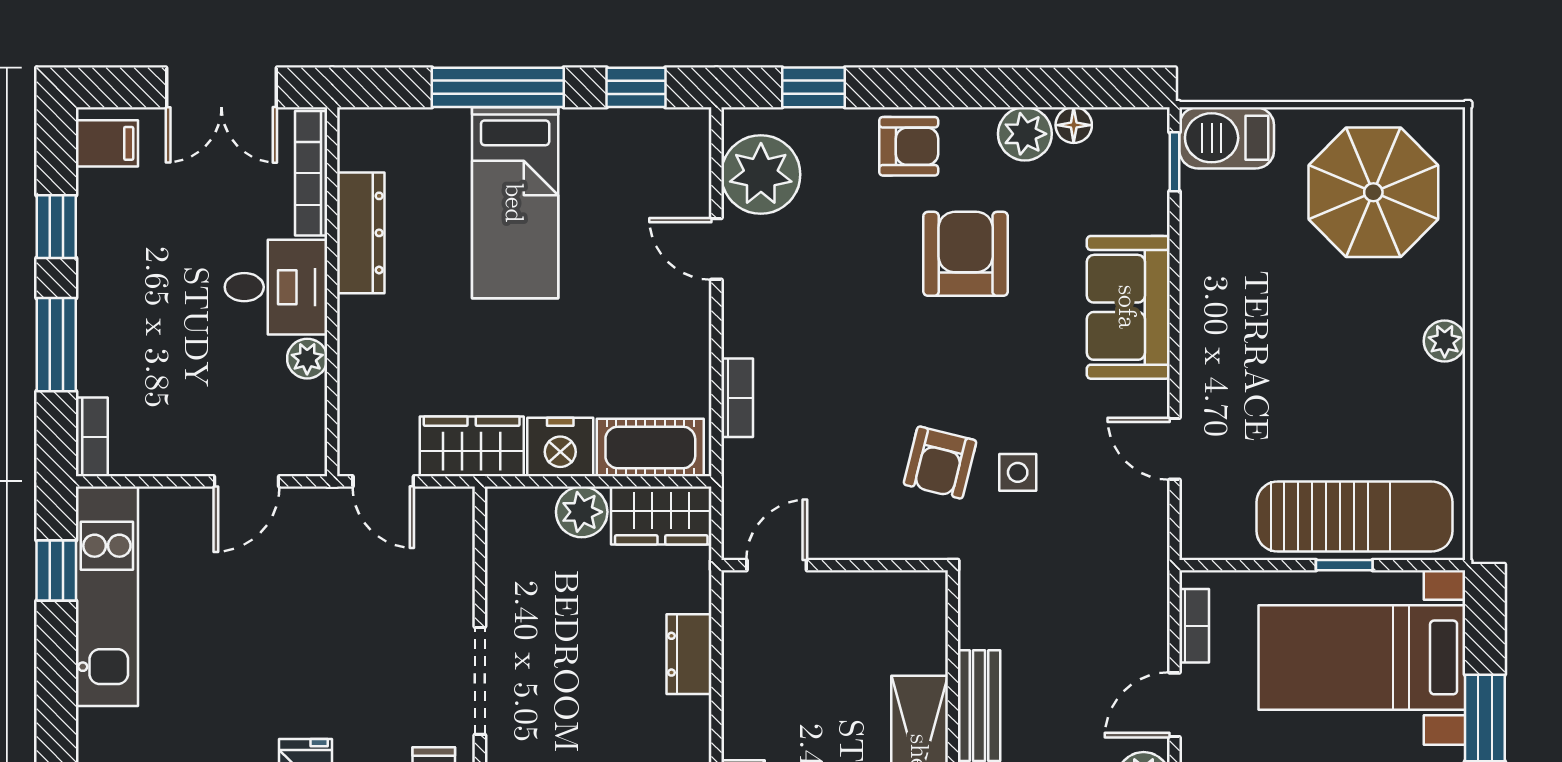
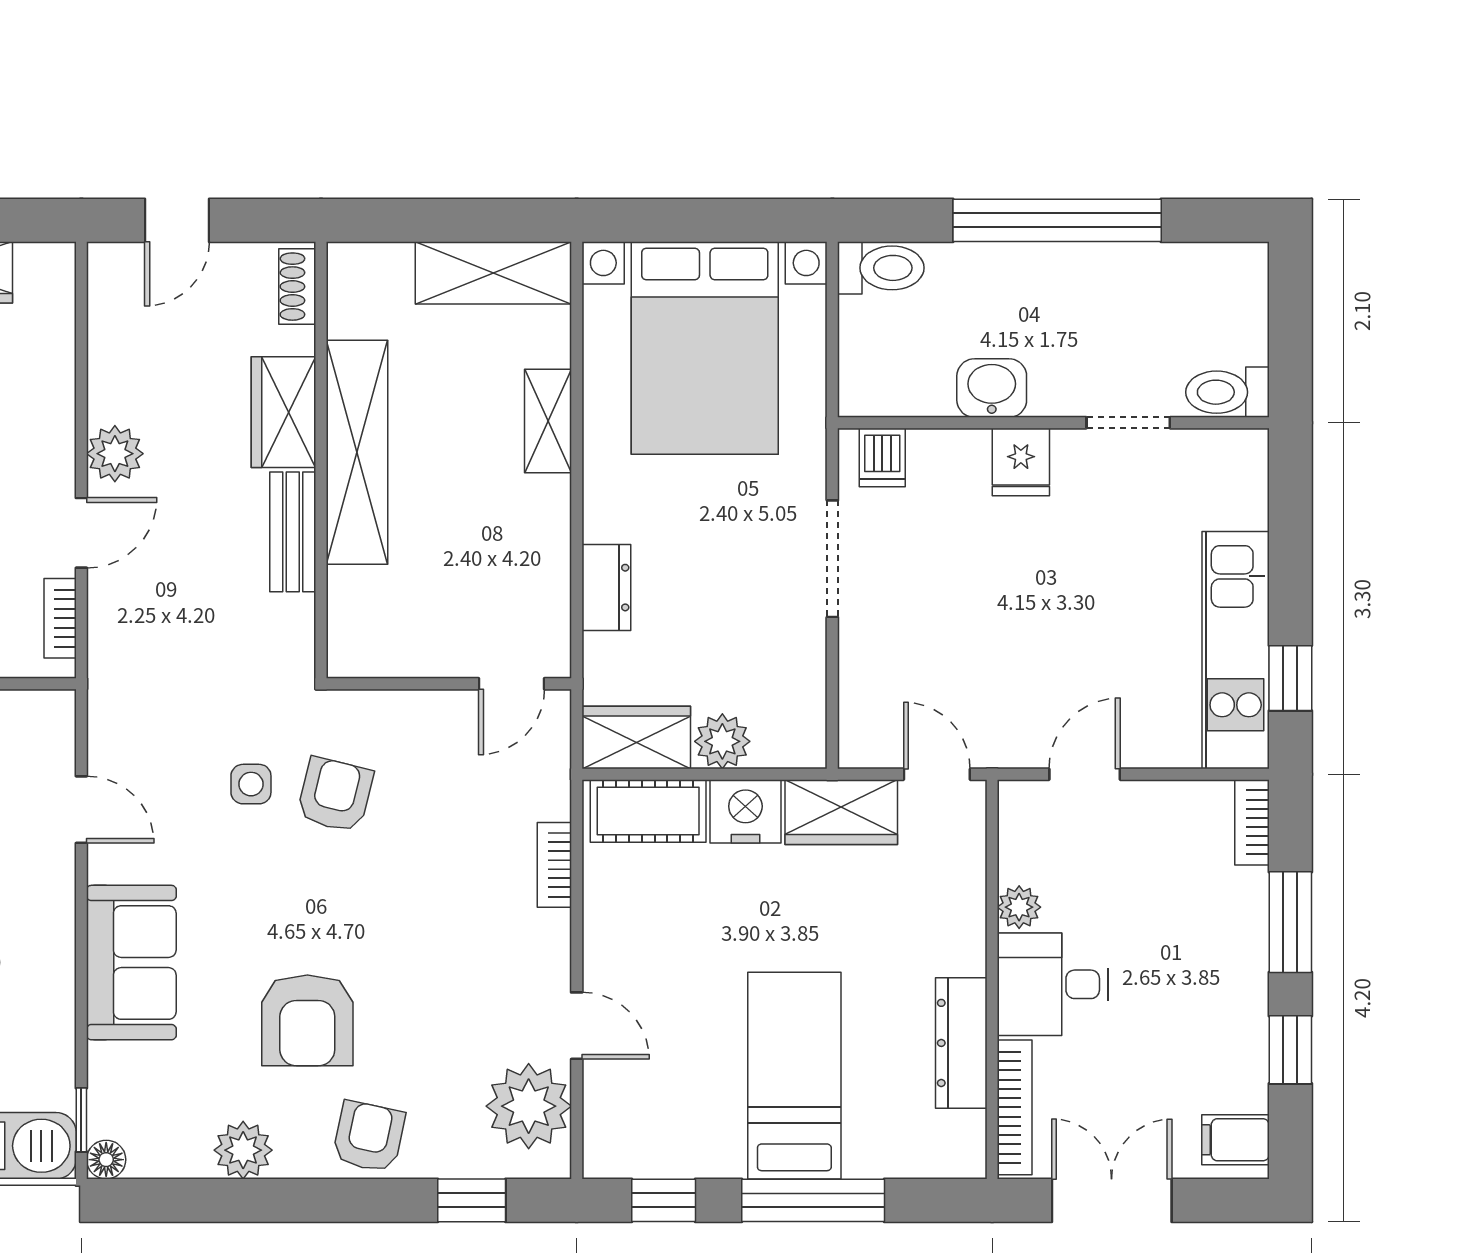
floor lamp: (1074, 125) -> (106, 1160), moved
armchair: (909, 146) -> (369, 1137), turned 102

